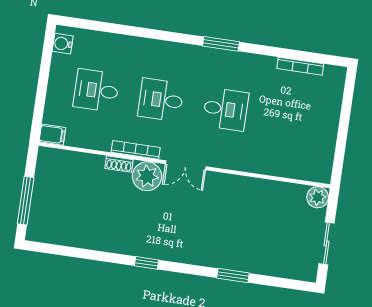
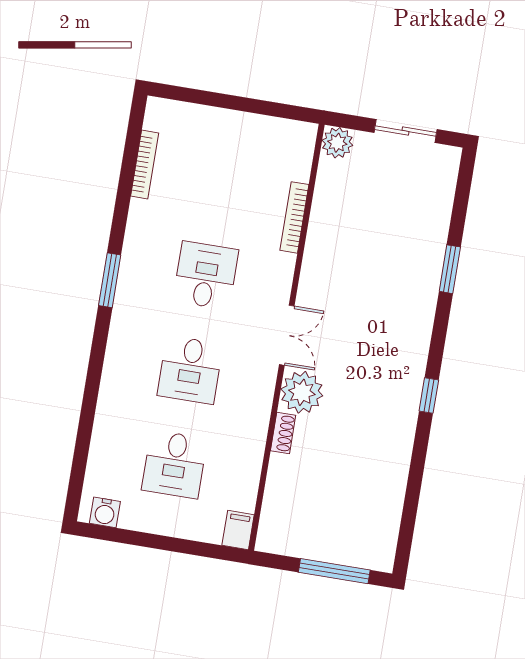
bookcase: (136, 150) -> (294, 217), moved

